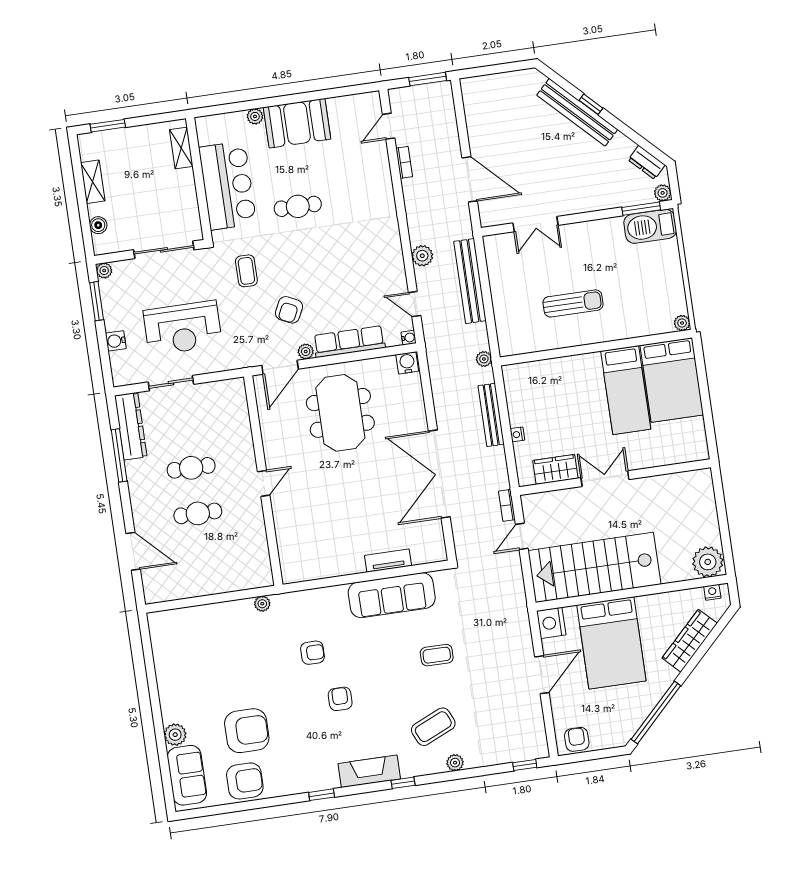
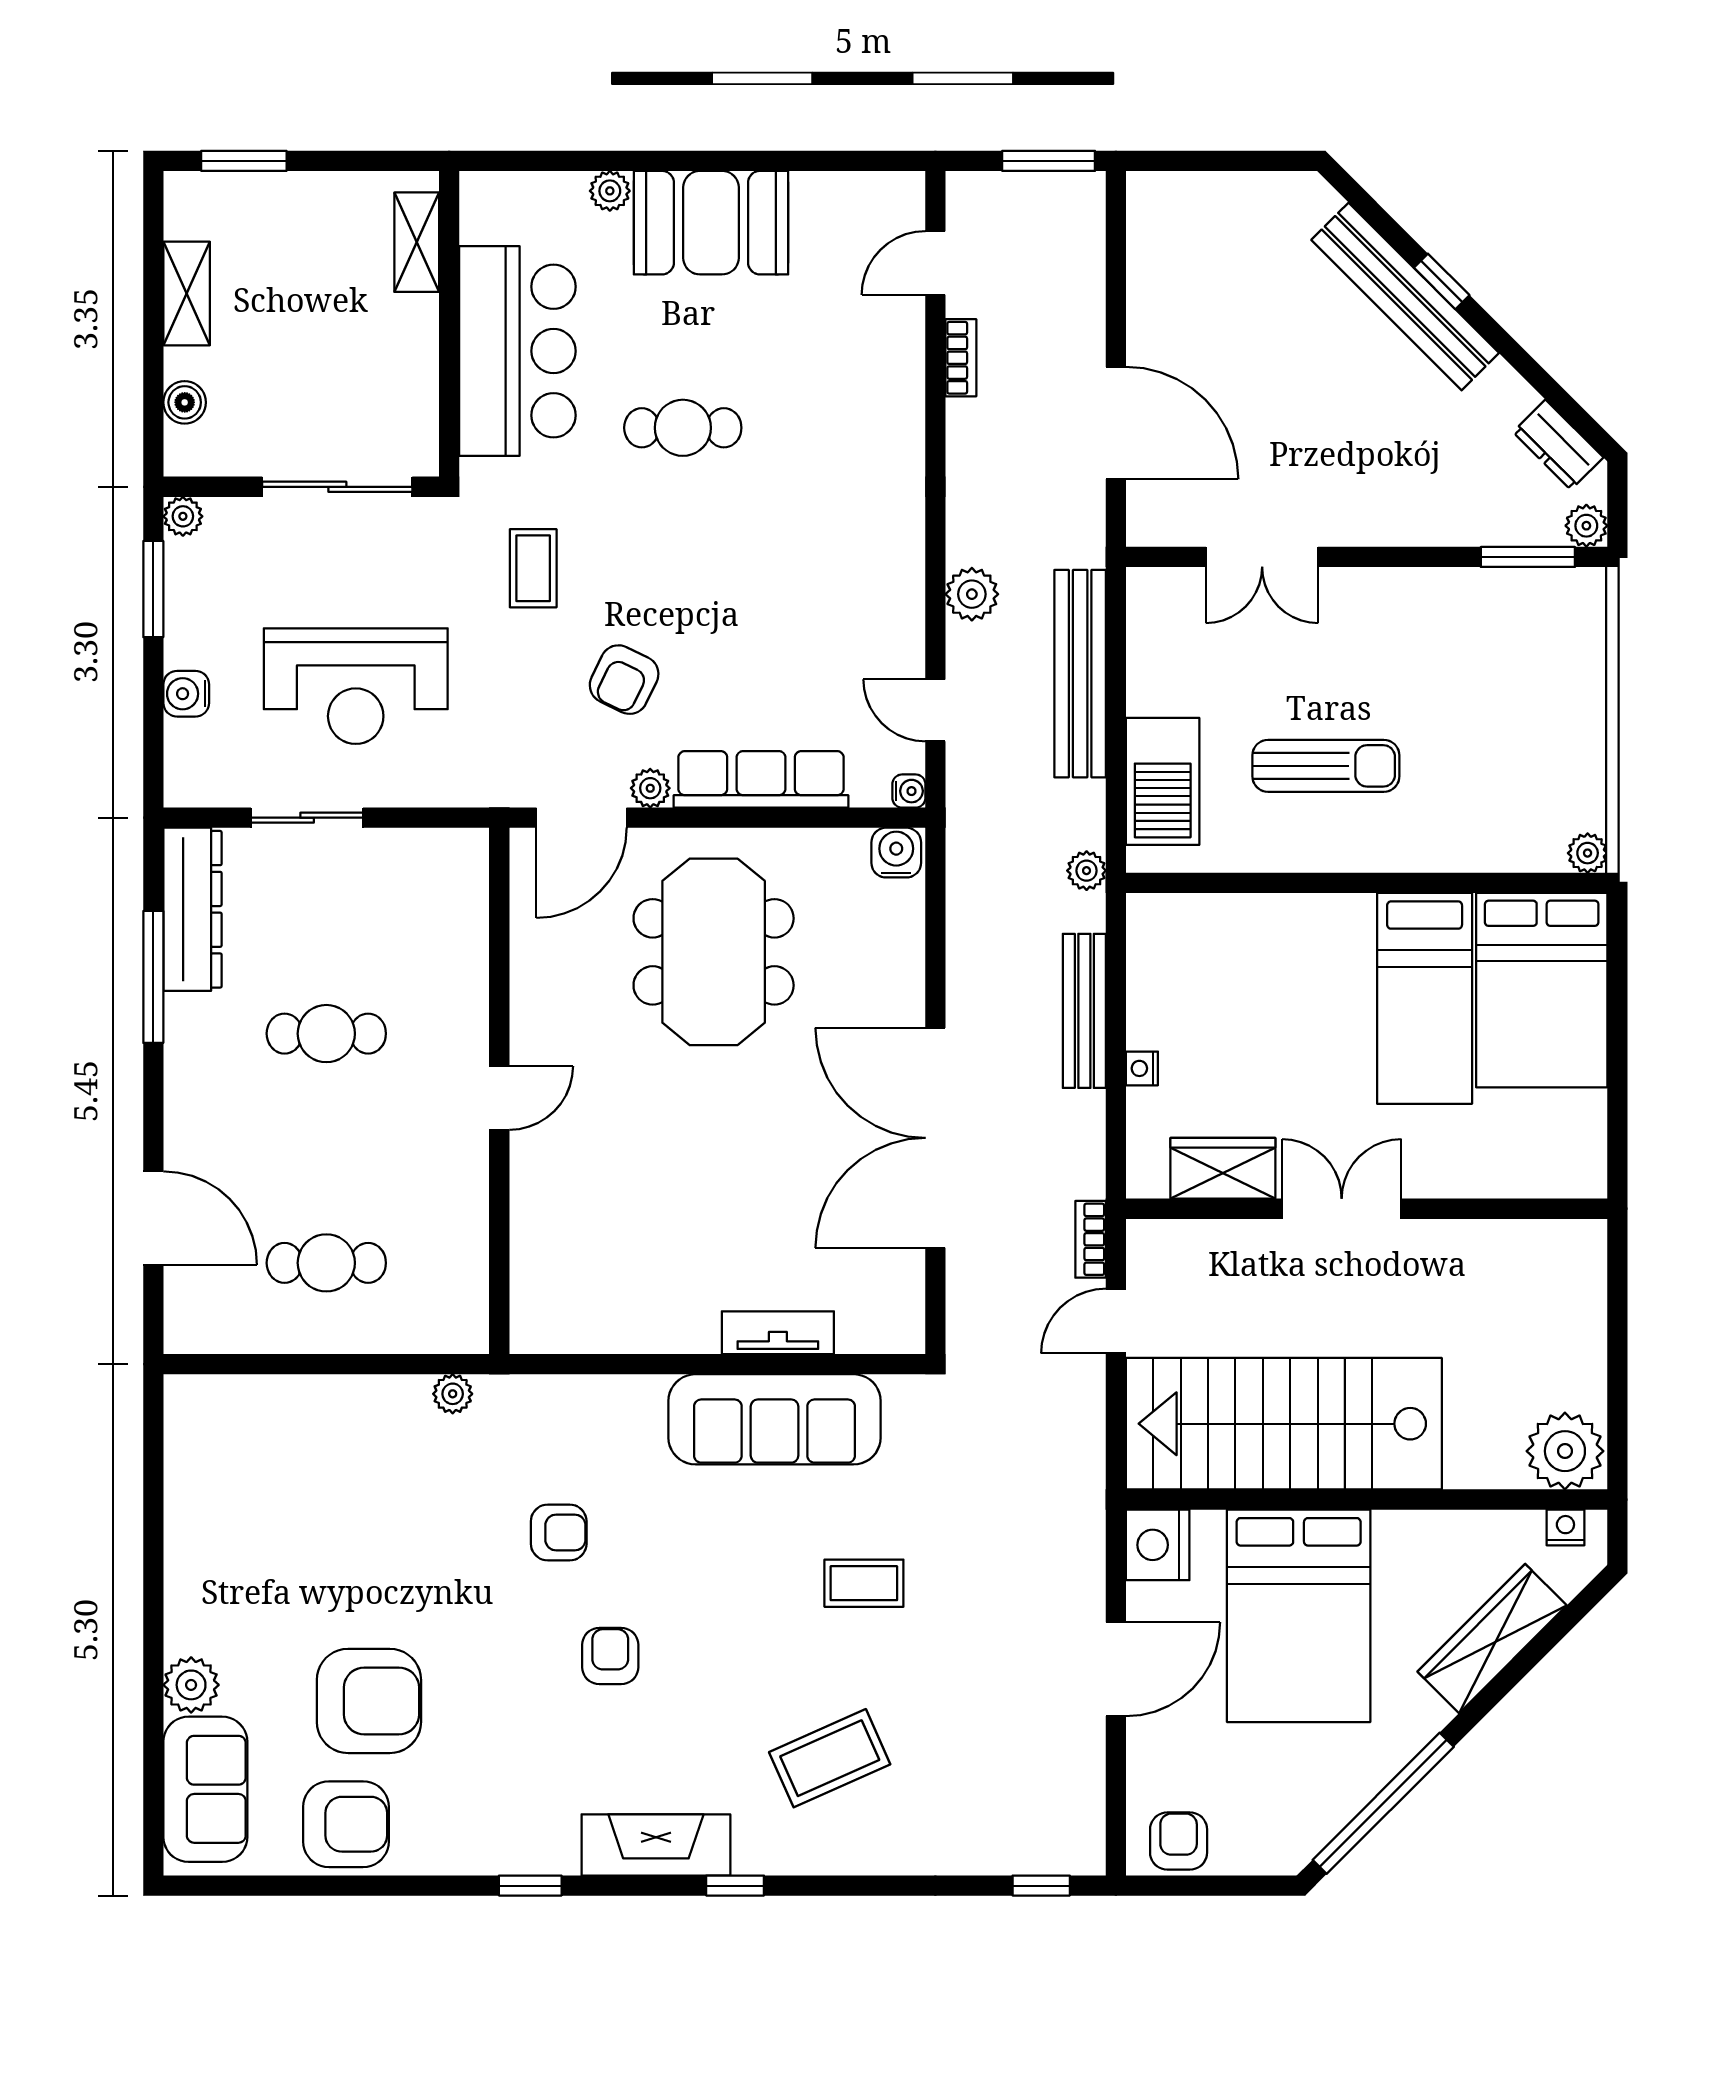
barbecue: (650, 226) -> (1163, 781), moved, turned -90
cafe table: (198, 513) -> (326, 1263), moved
plant: (455, 763) -> (870, 1855), removed

